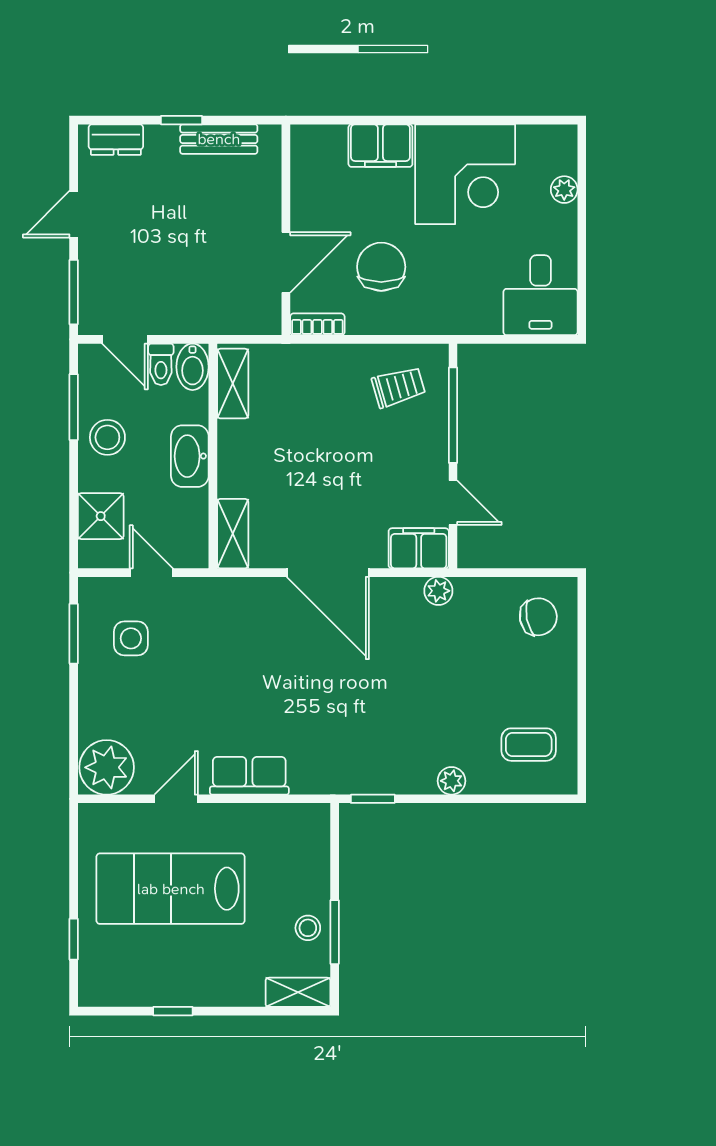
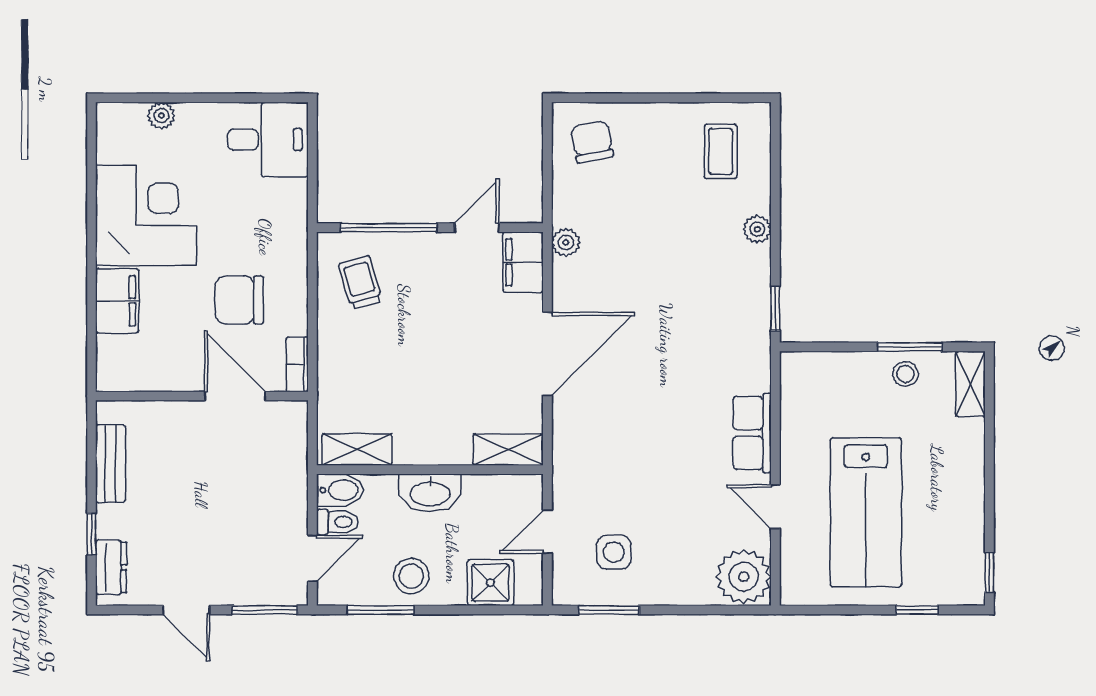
window: (182, 120) -> (91, 534), moved
window: (173, 1011) -> (989, 572), moved

